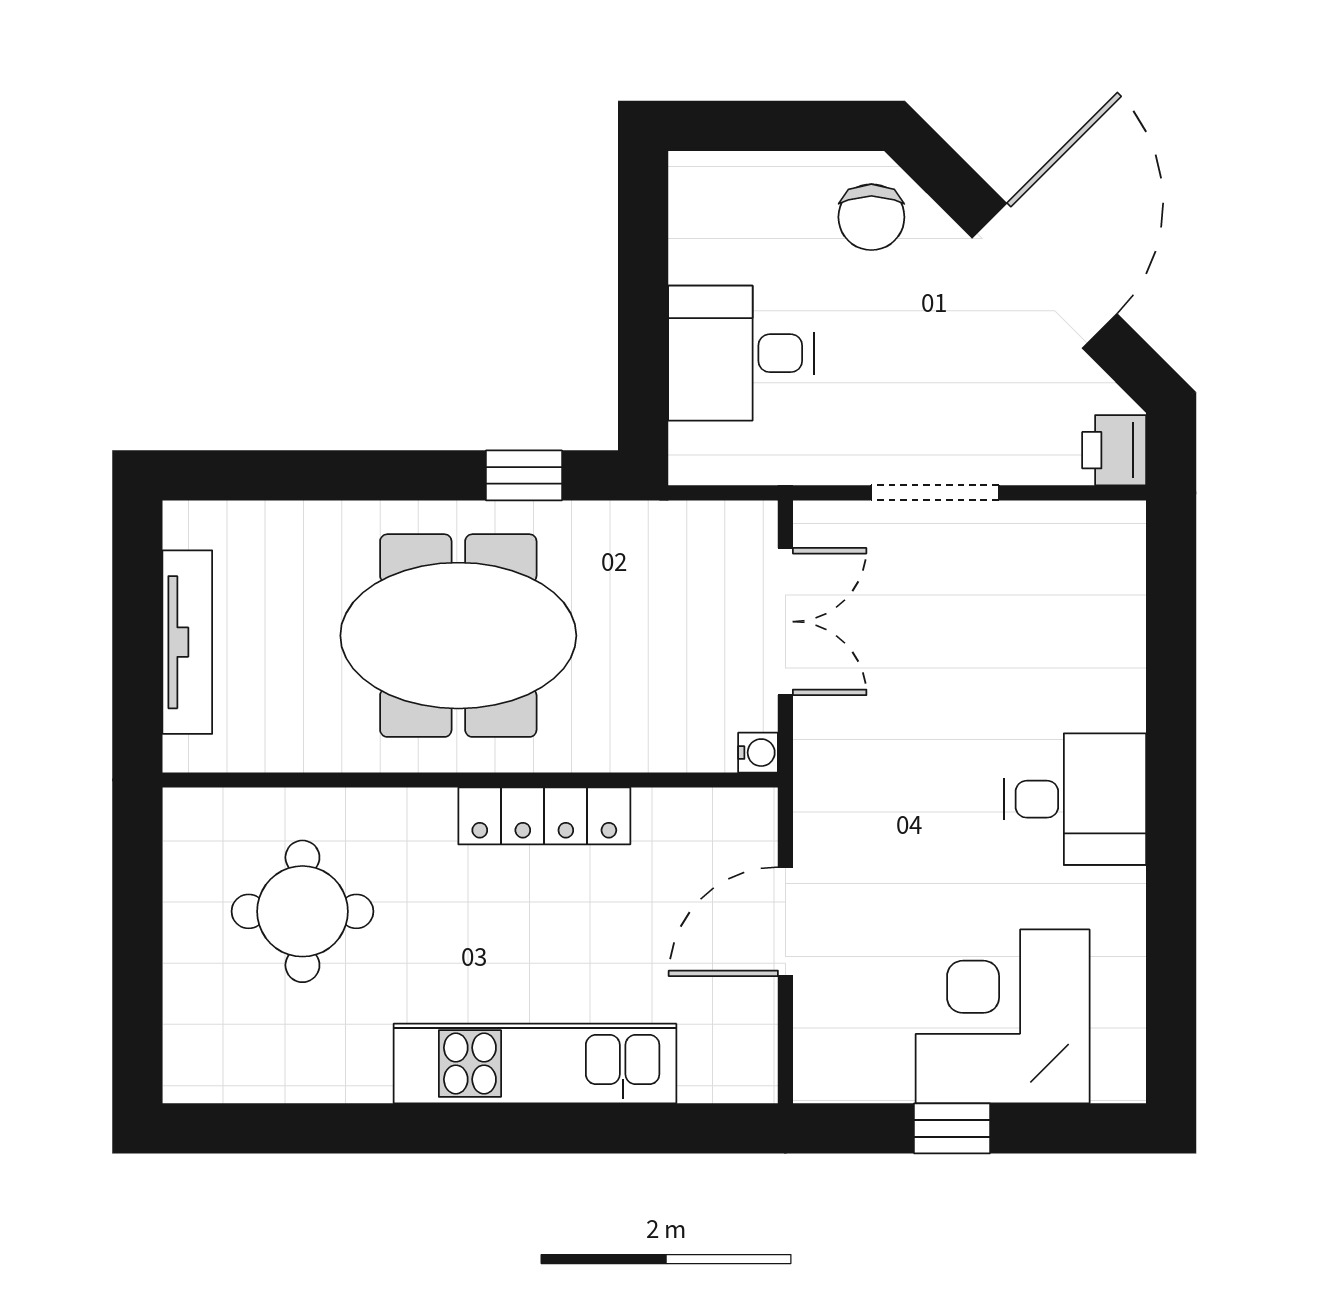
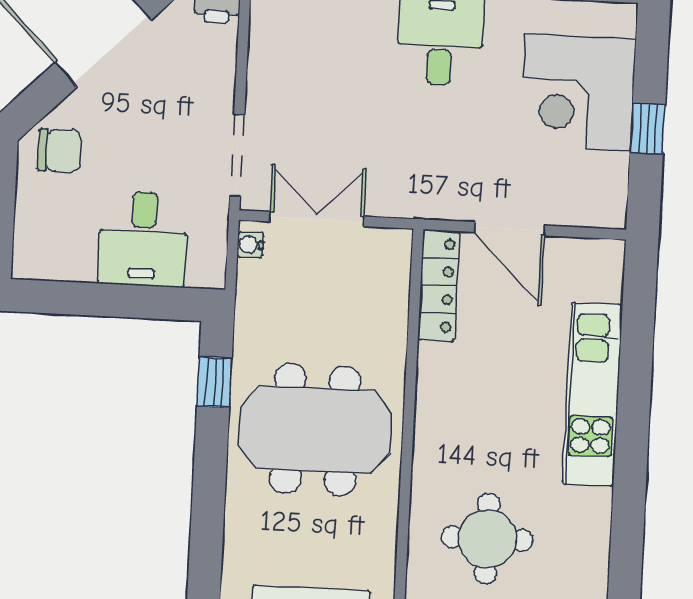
doorway: (935, 493) -> (237, 155), moved
meeting table: (458, 636) -> (315, 430), turned 90
water cooler: (758, 753) -> (250, 245), moved, turned -90
locker: (544, 816) -> (439, 285), moved

